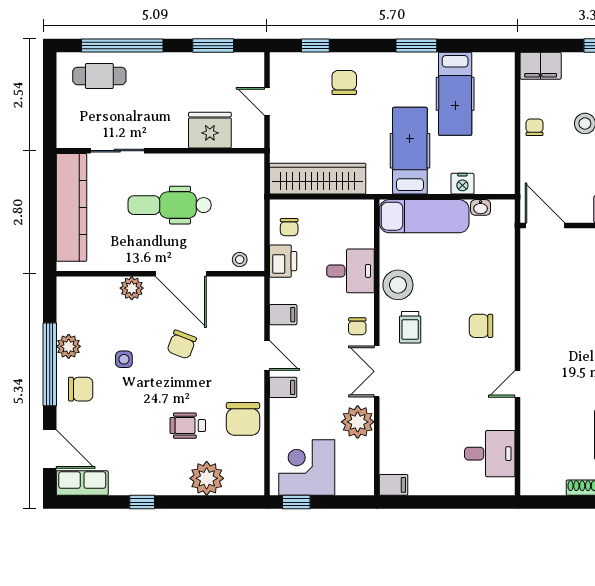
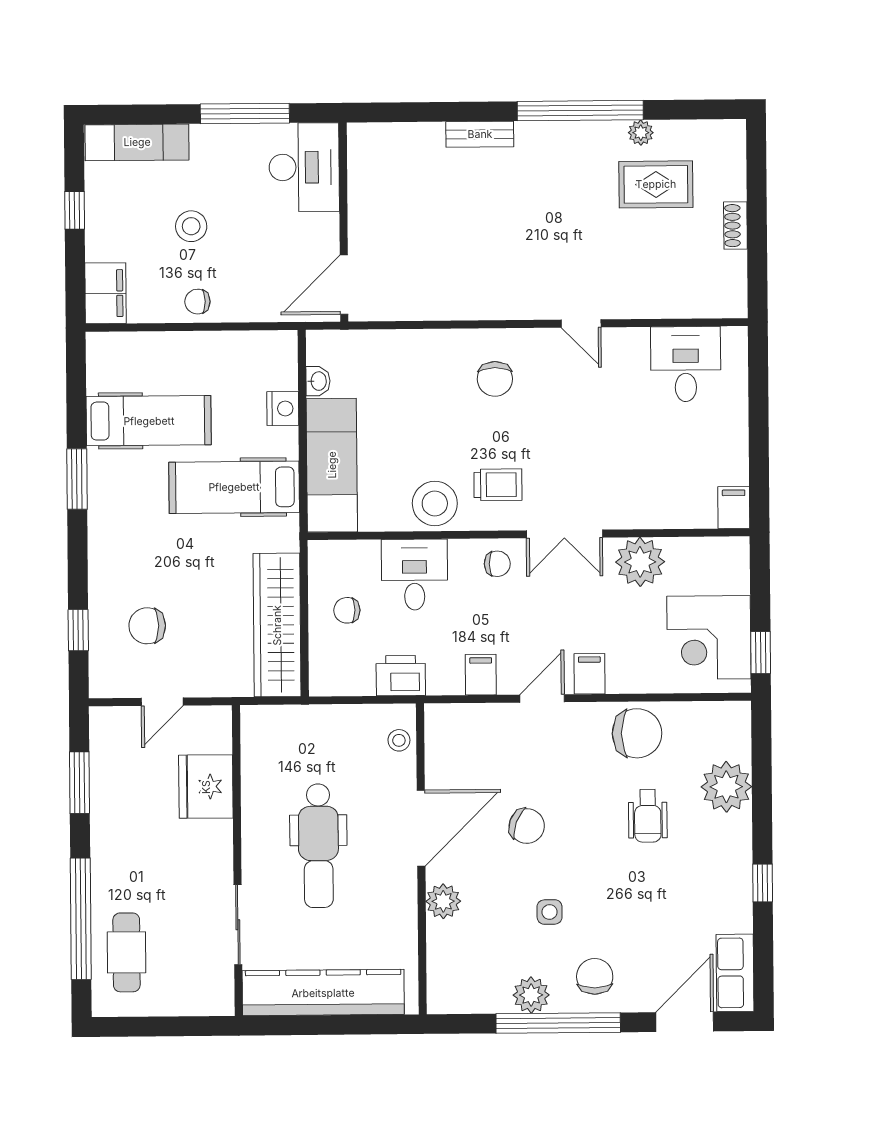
chair: (344, 83) -> (147, 626), moved
chair: (289, 227) -> (347, 610), moved, turned 180

